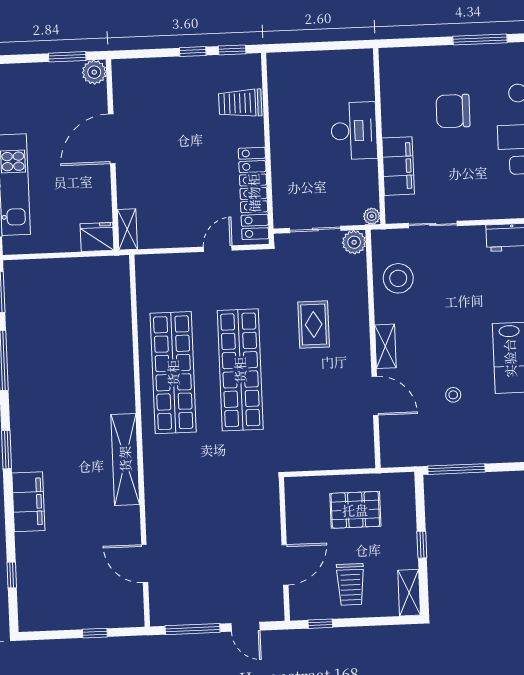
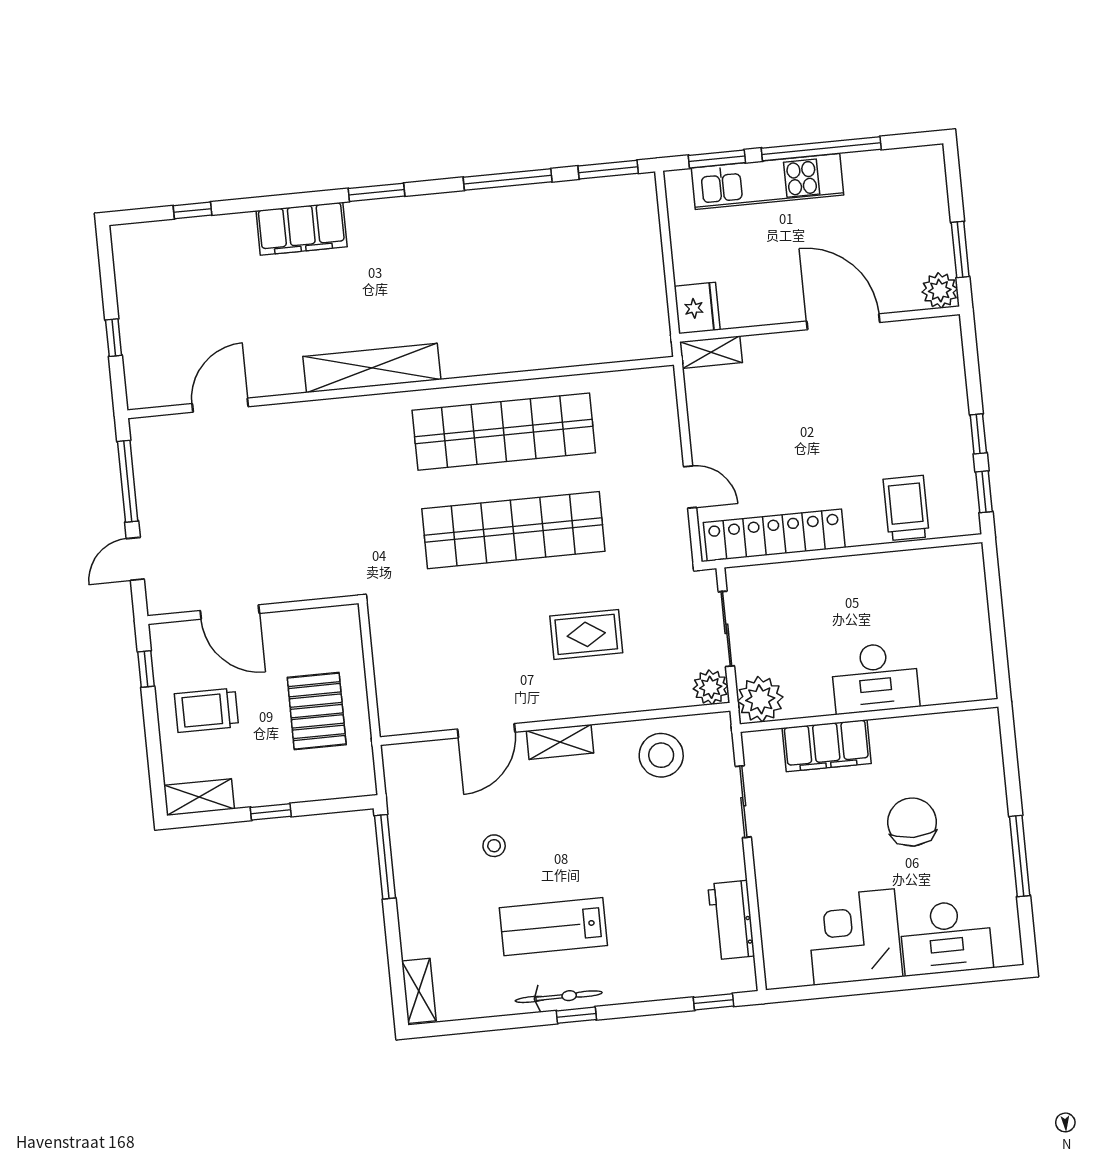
plant: (372, 216) -> (760, 699), width x1.88, depth x1.88

